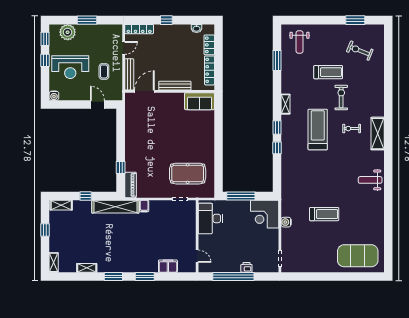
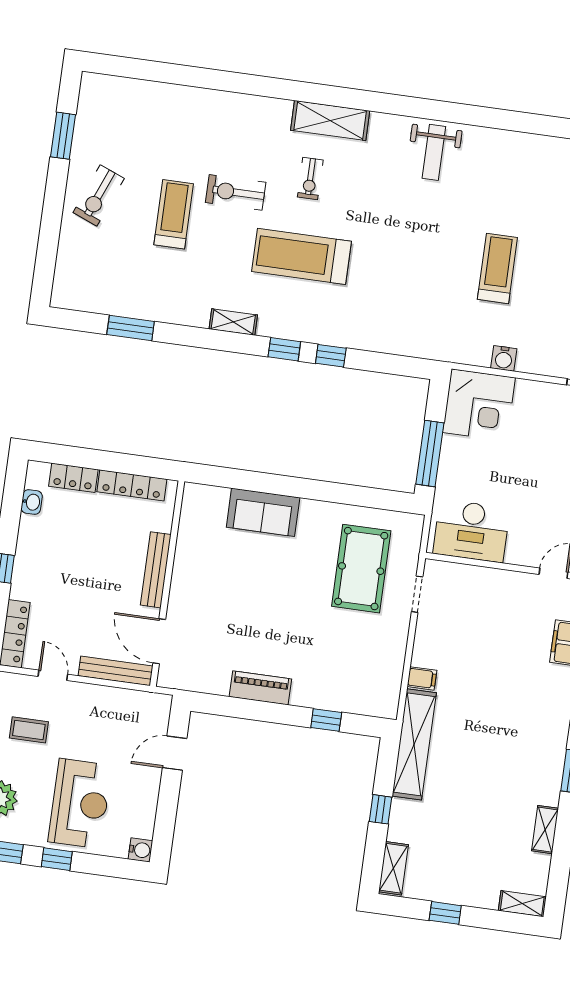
weight bench: (300, 42) -> (95, 270), removed
exercise bike: (360, 51) -> (99, 196), moved
coffee table: (104, 71) -> (29, 730), moved
sofa: (200, 101) -> (263, 512), moved, turned 90
piano: (131, 185) -> (260, 688), moved

